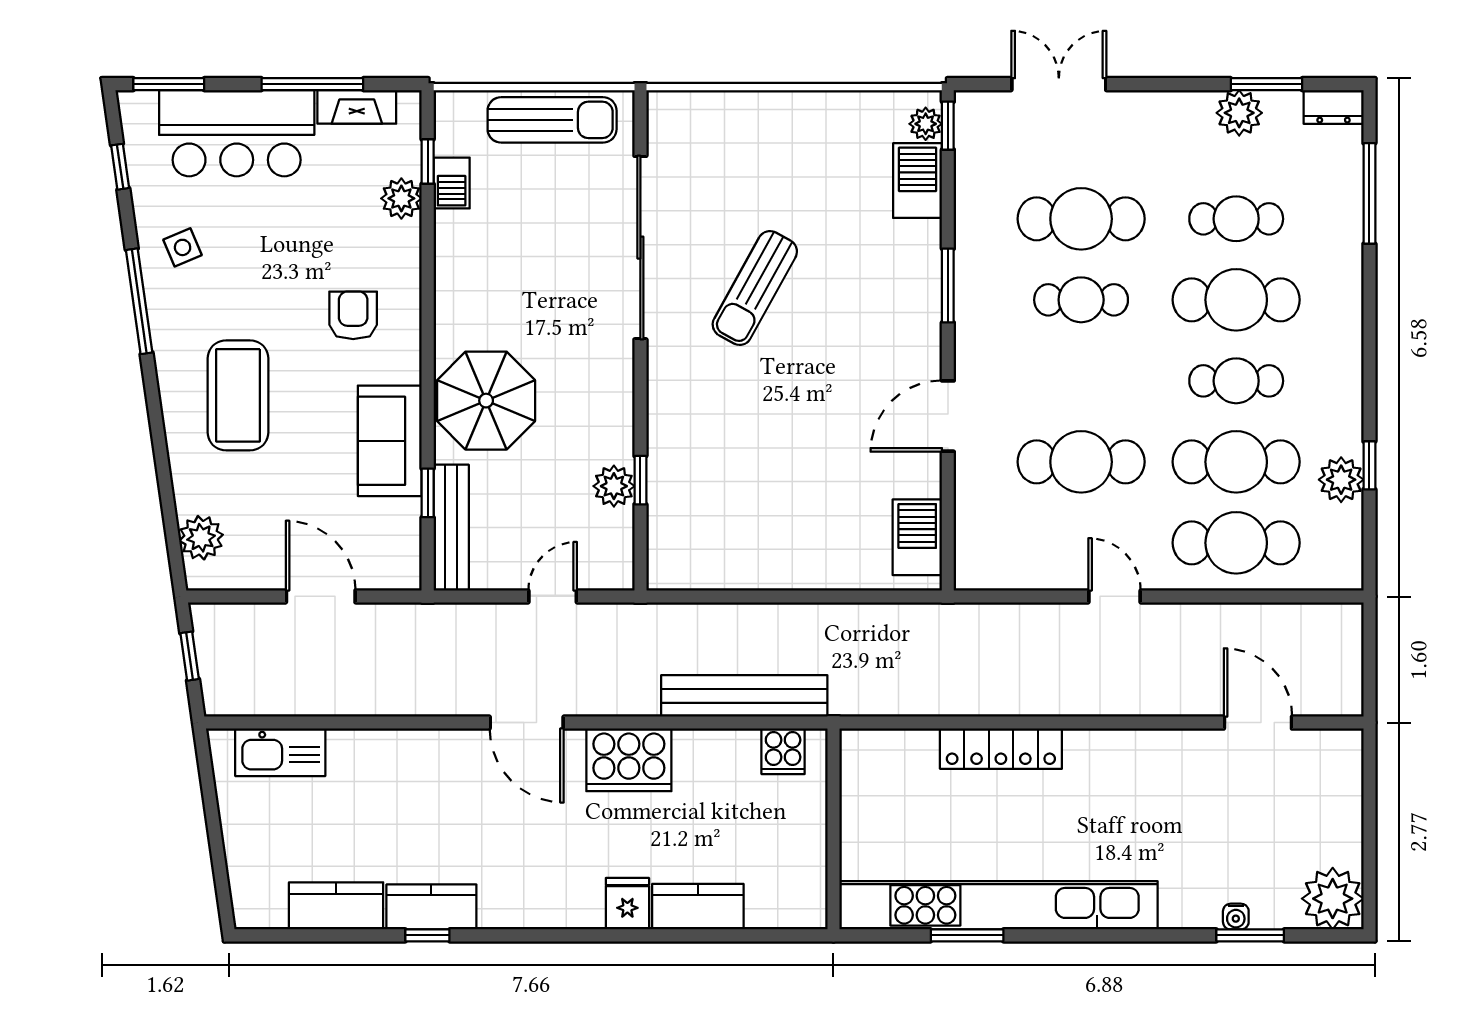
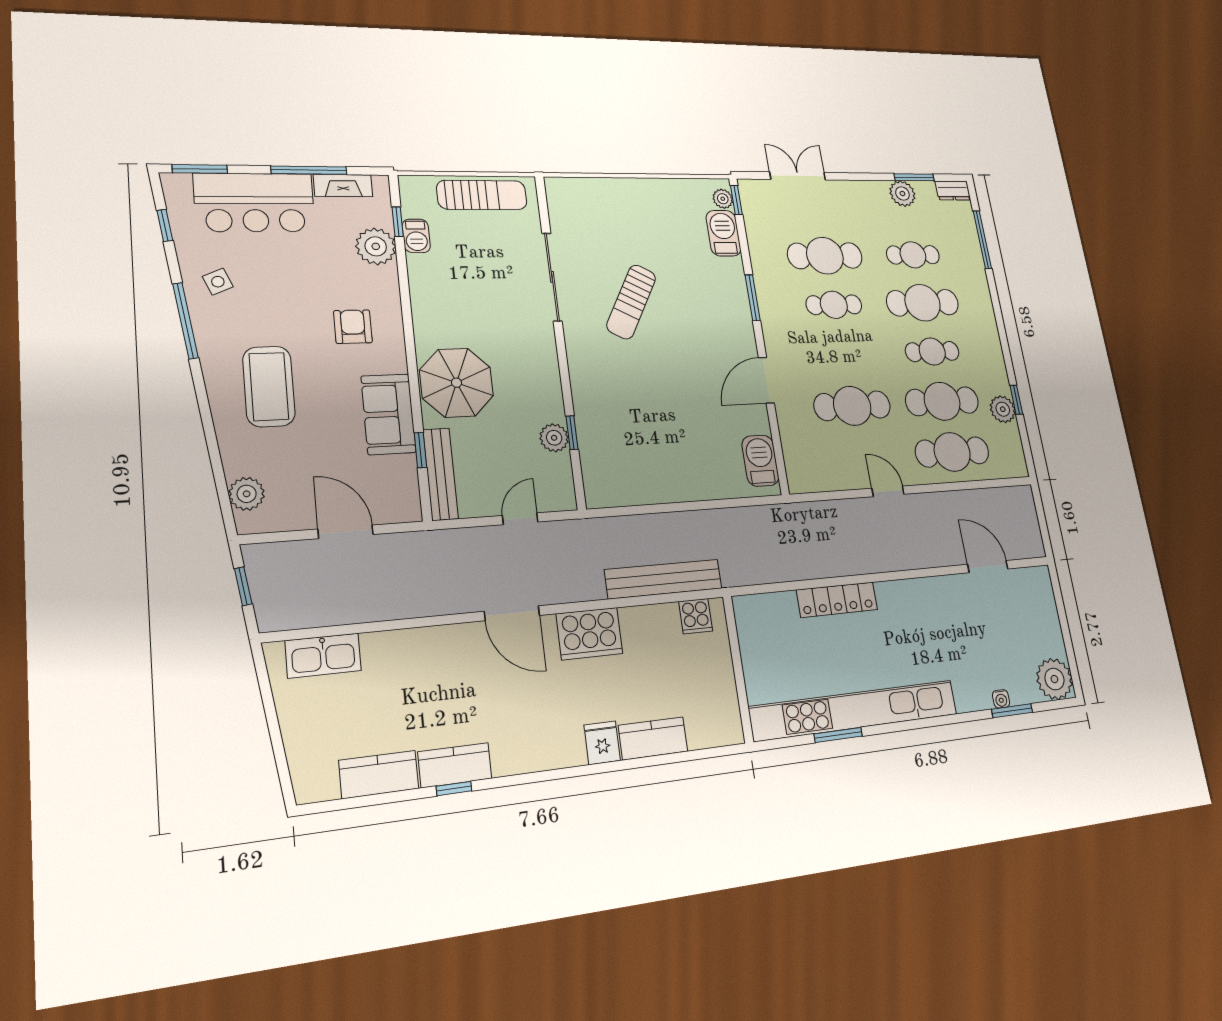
plant: (401, 198) -> (376, 246), width x1.36, depth x1.36
sliding door: (640, 248) -> (552, 277), width x0.73

